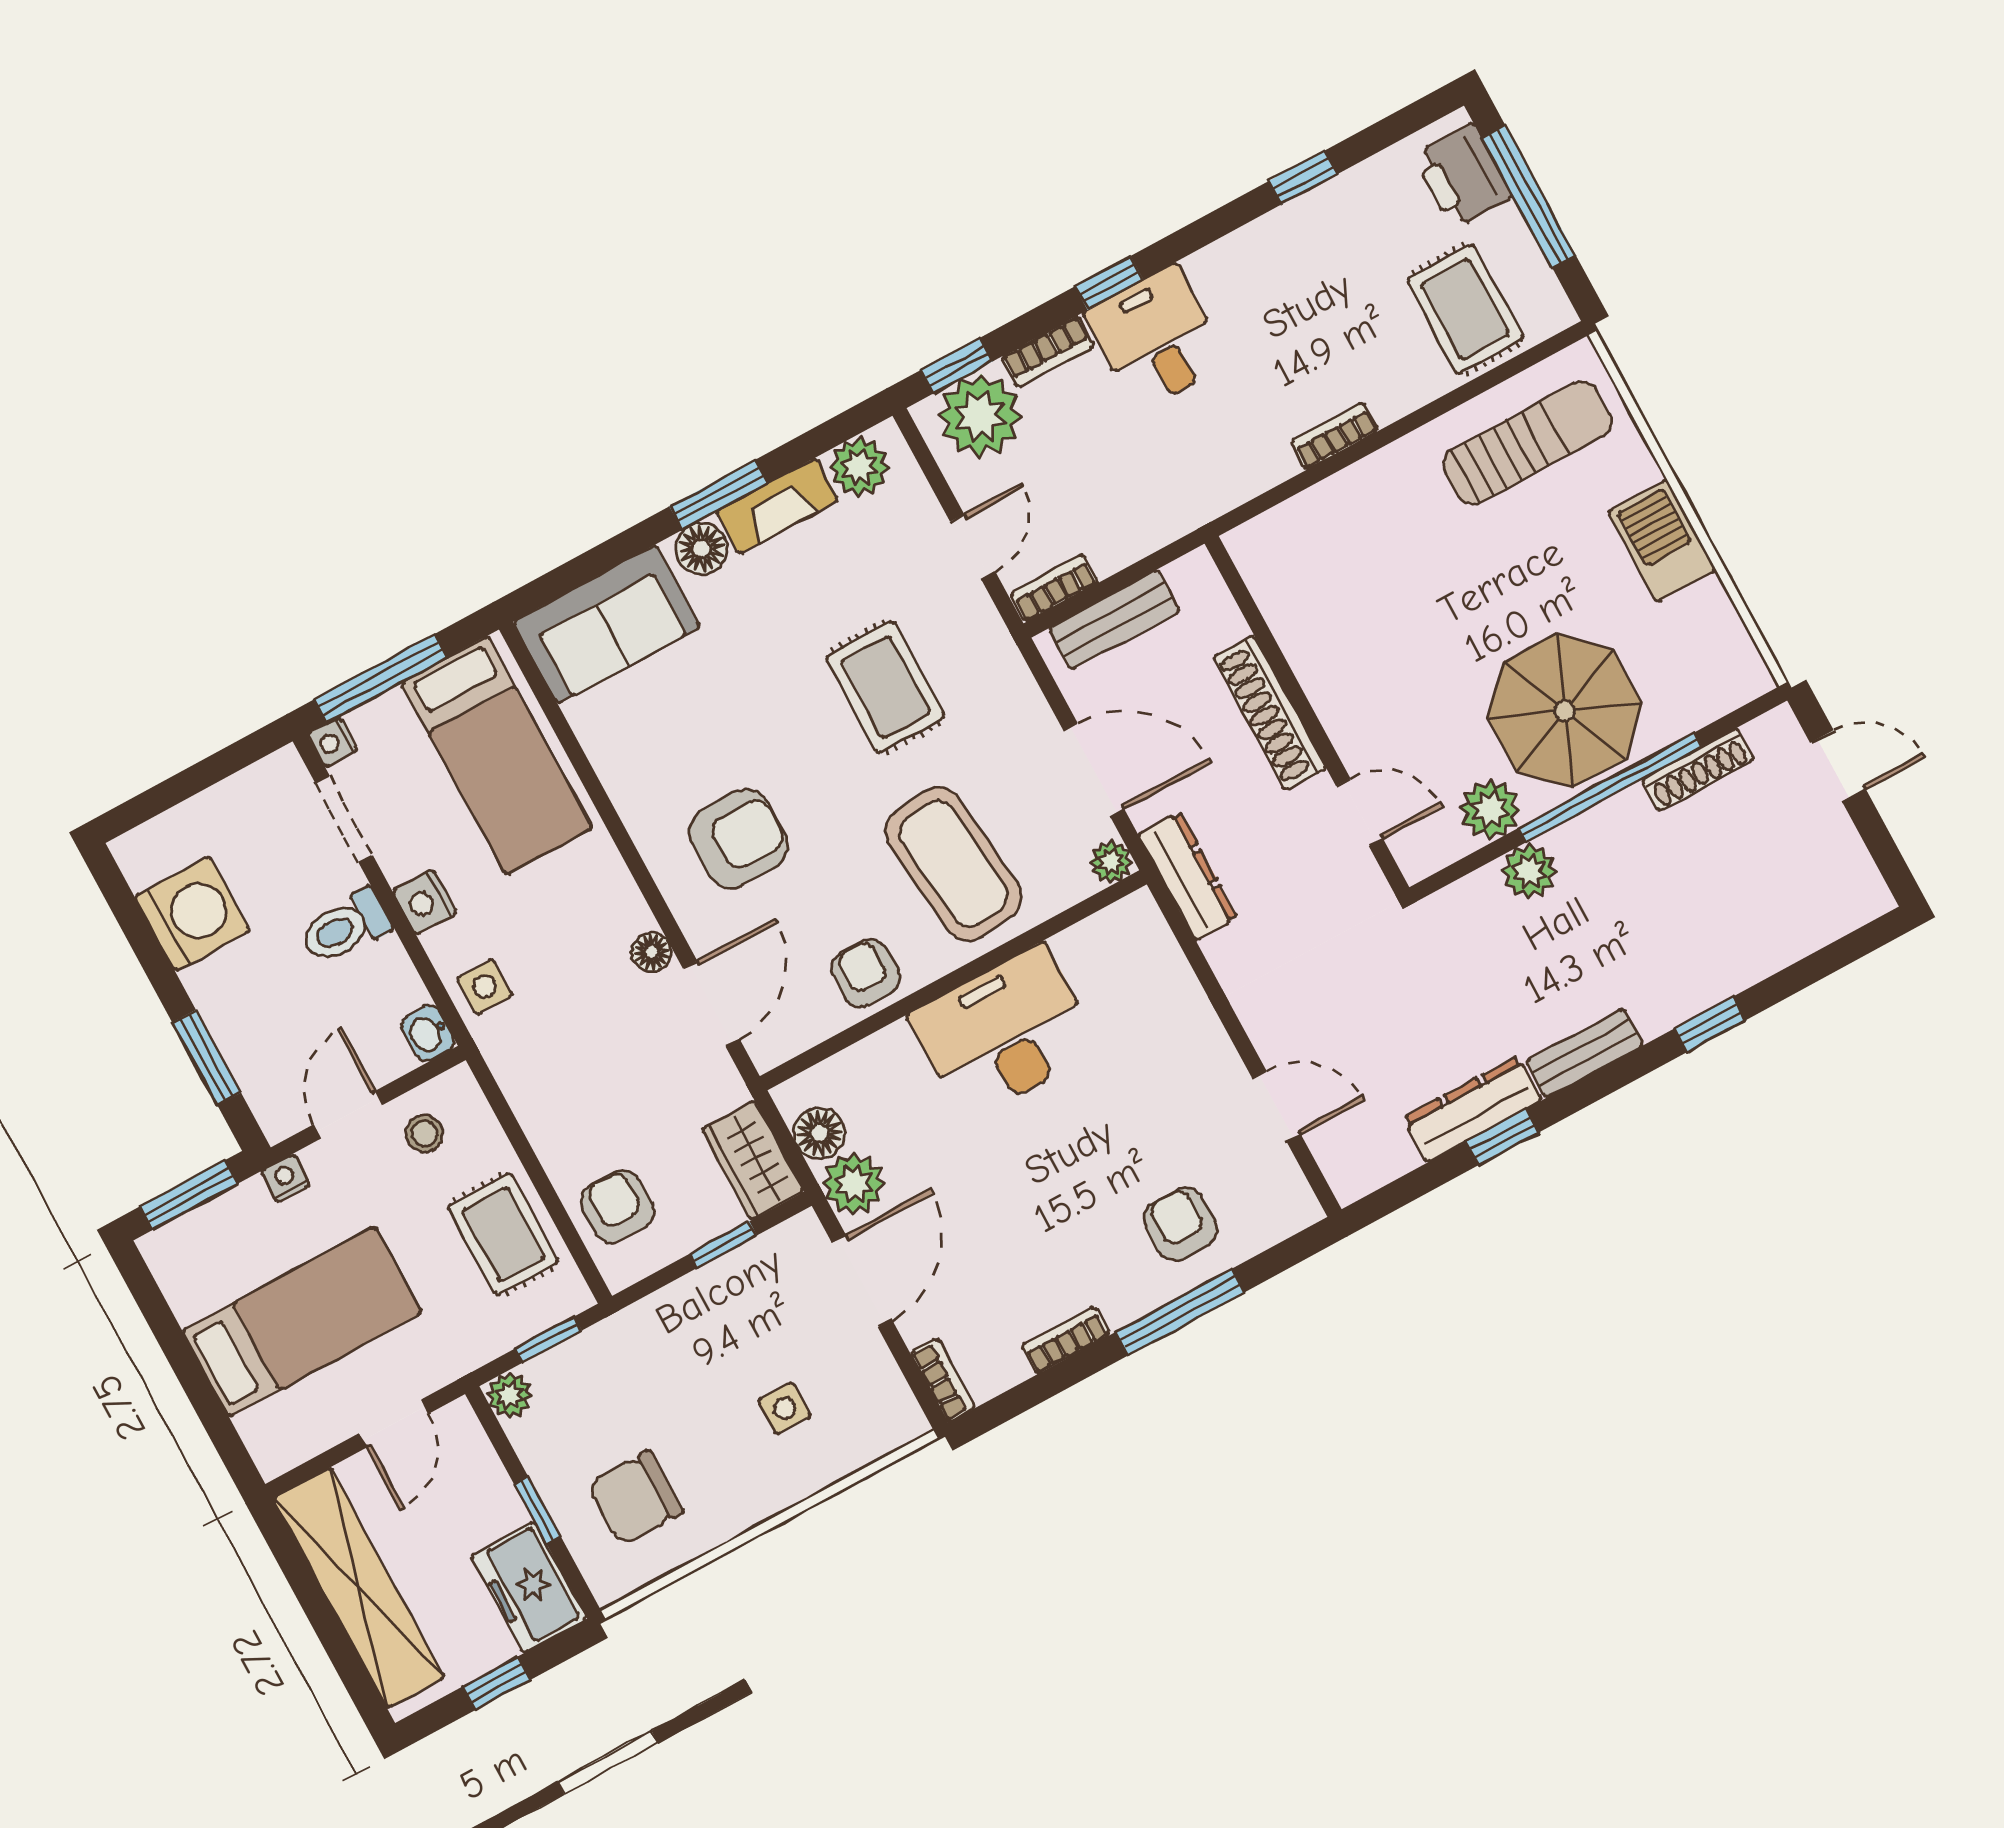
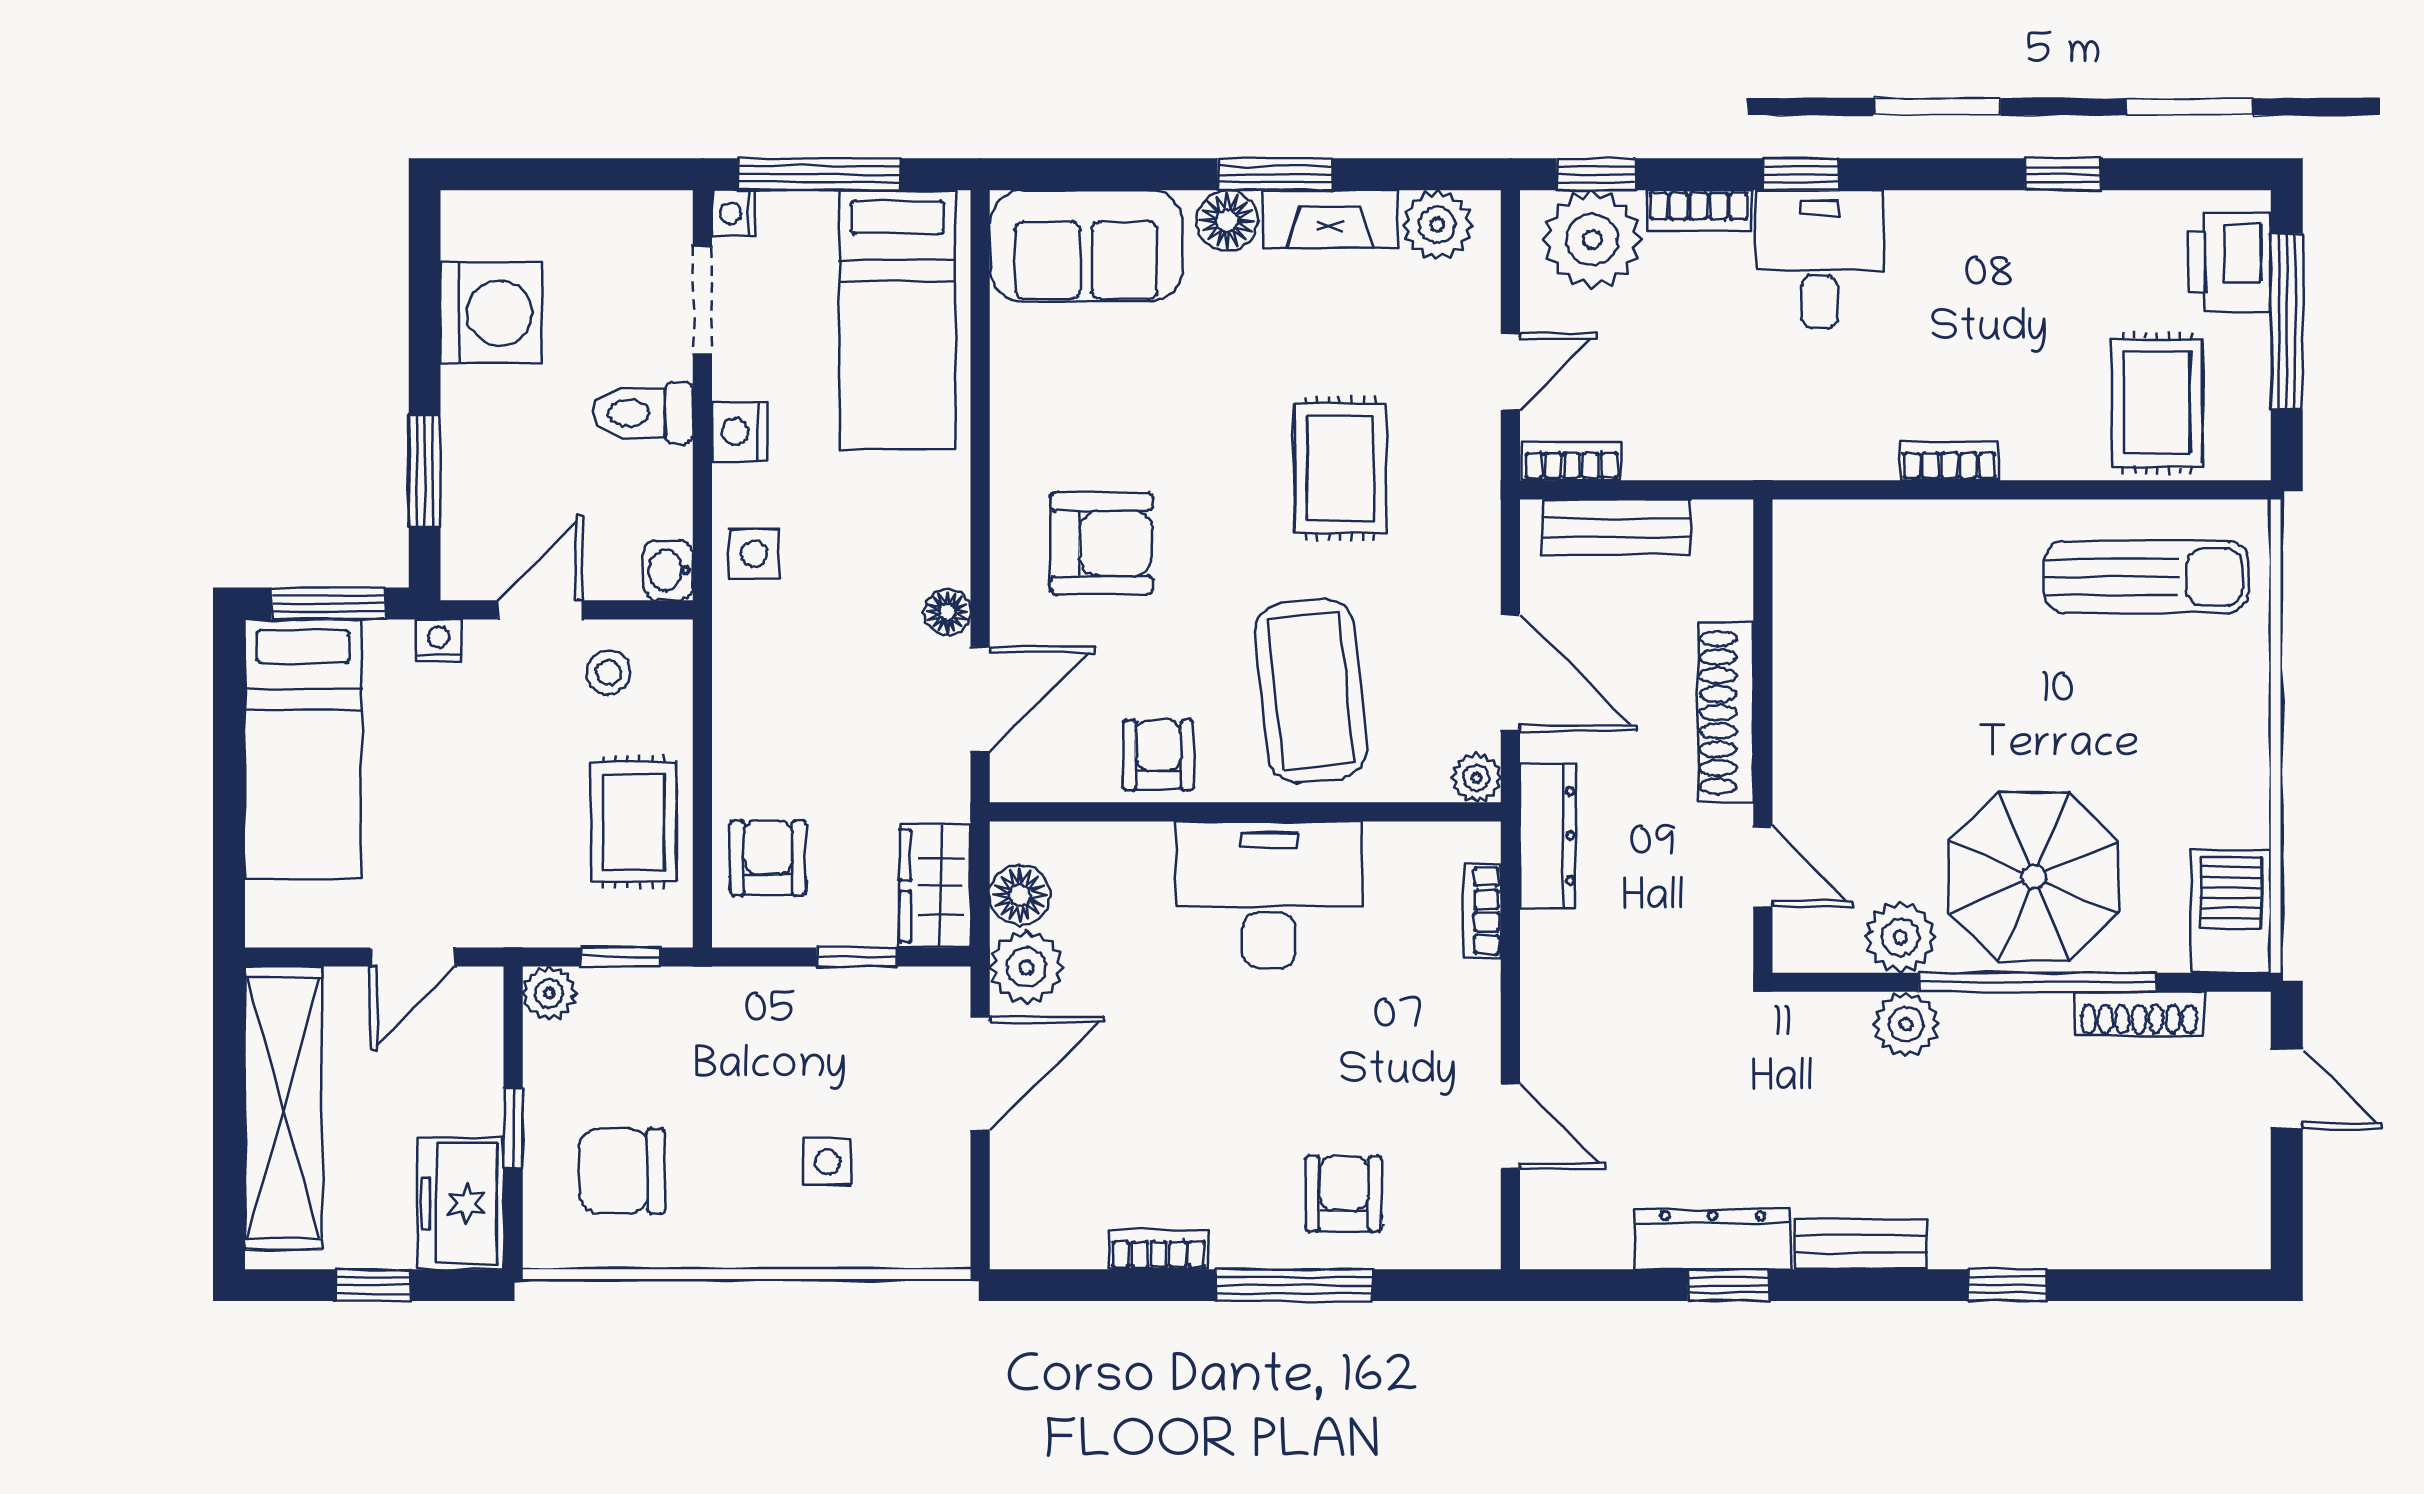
barbecue: (1662, 541) -> (2231, 911), moved
bed: (302, 1322) -> (303, 749), moved, turned 90
bookcase: (943, 1380) -> (1482, 911), moved, turned 180

